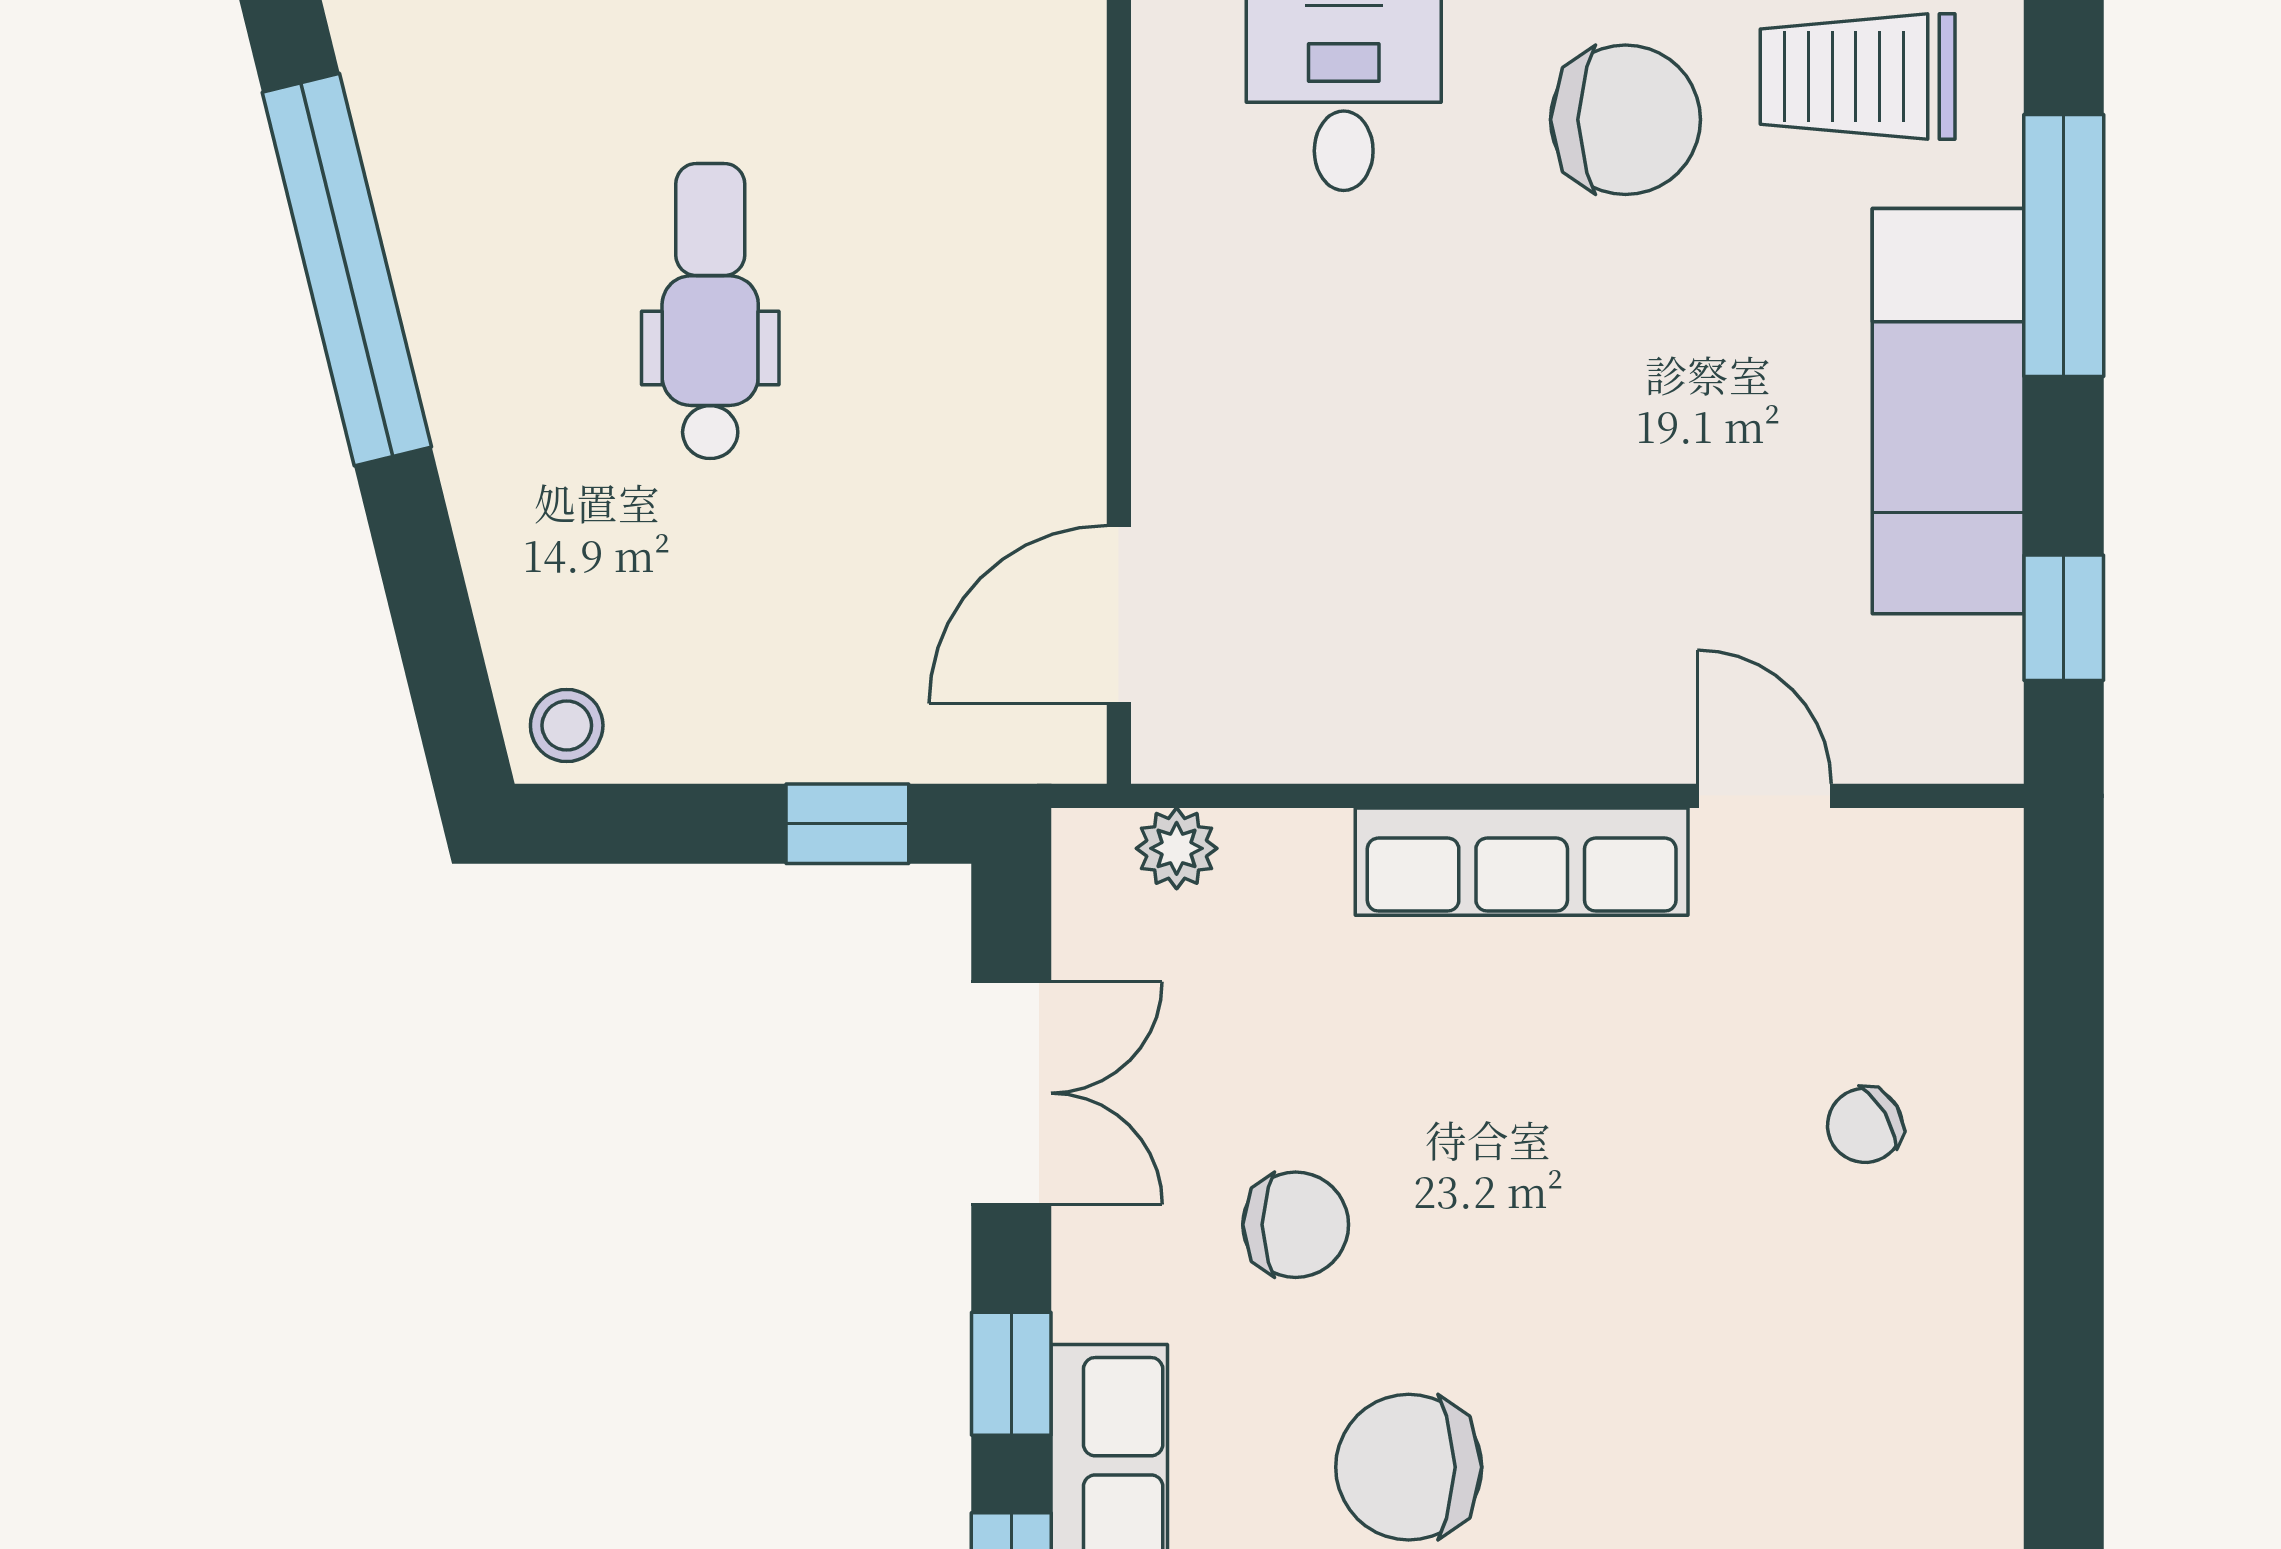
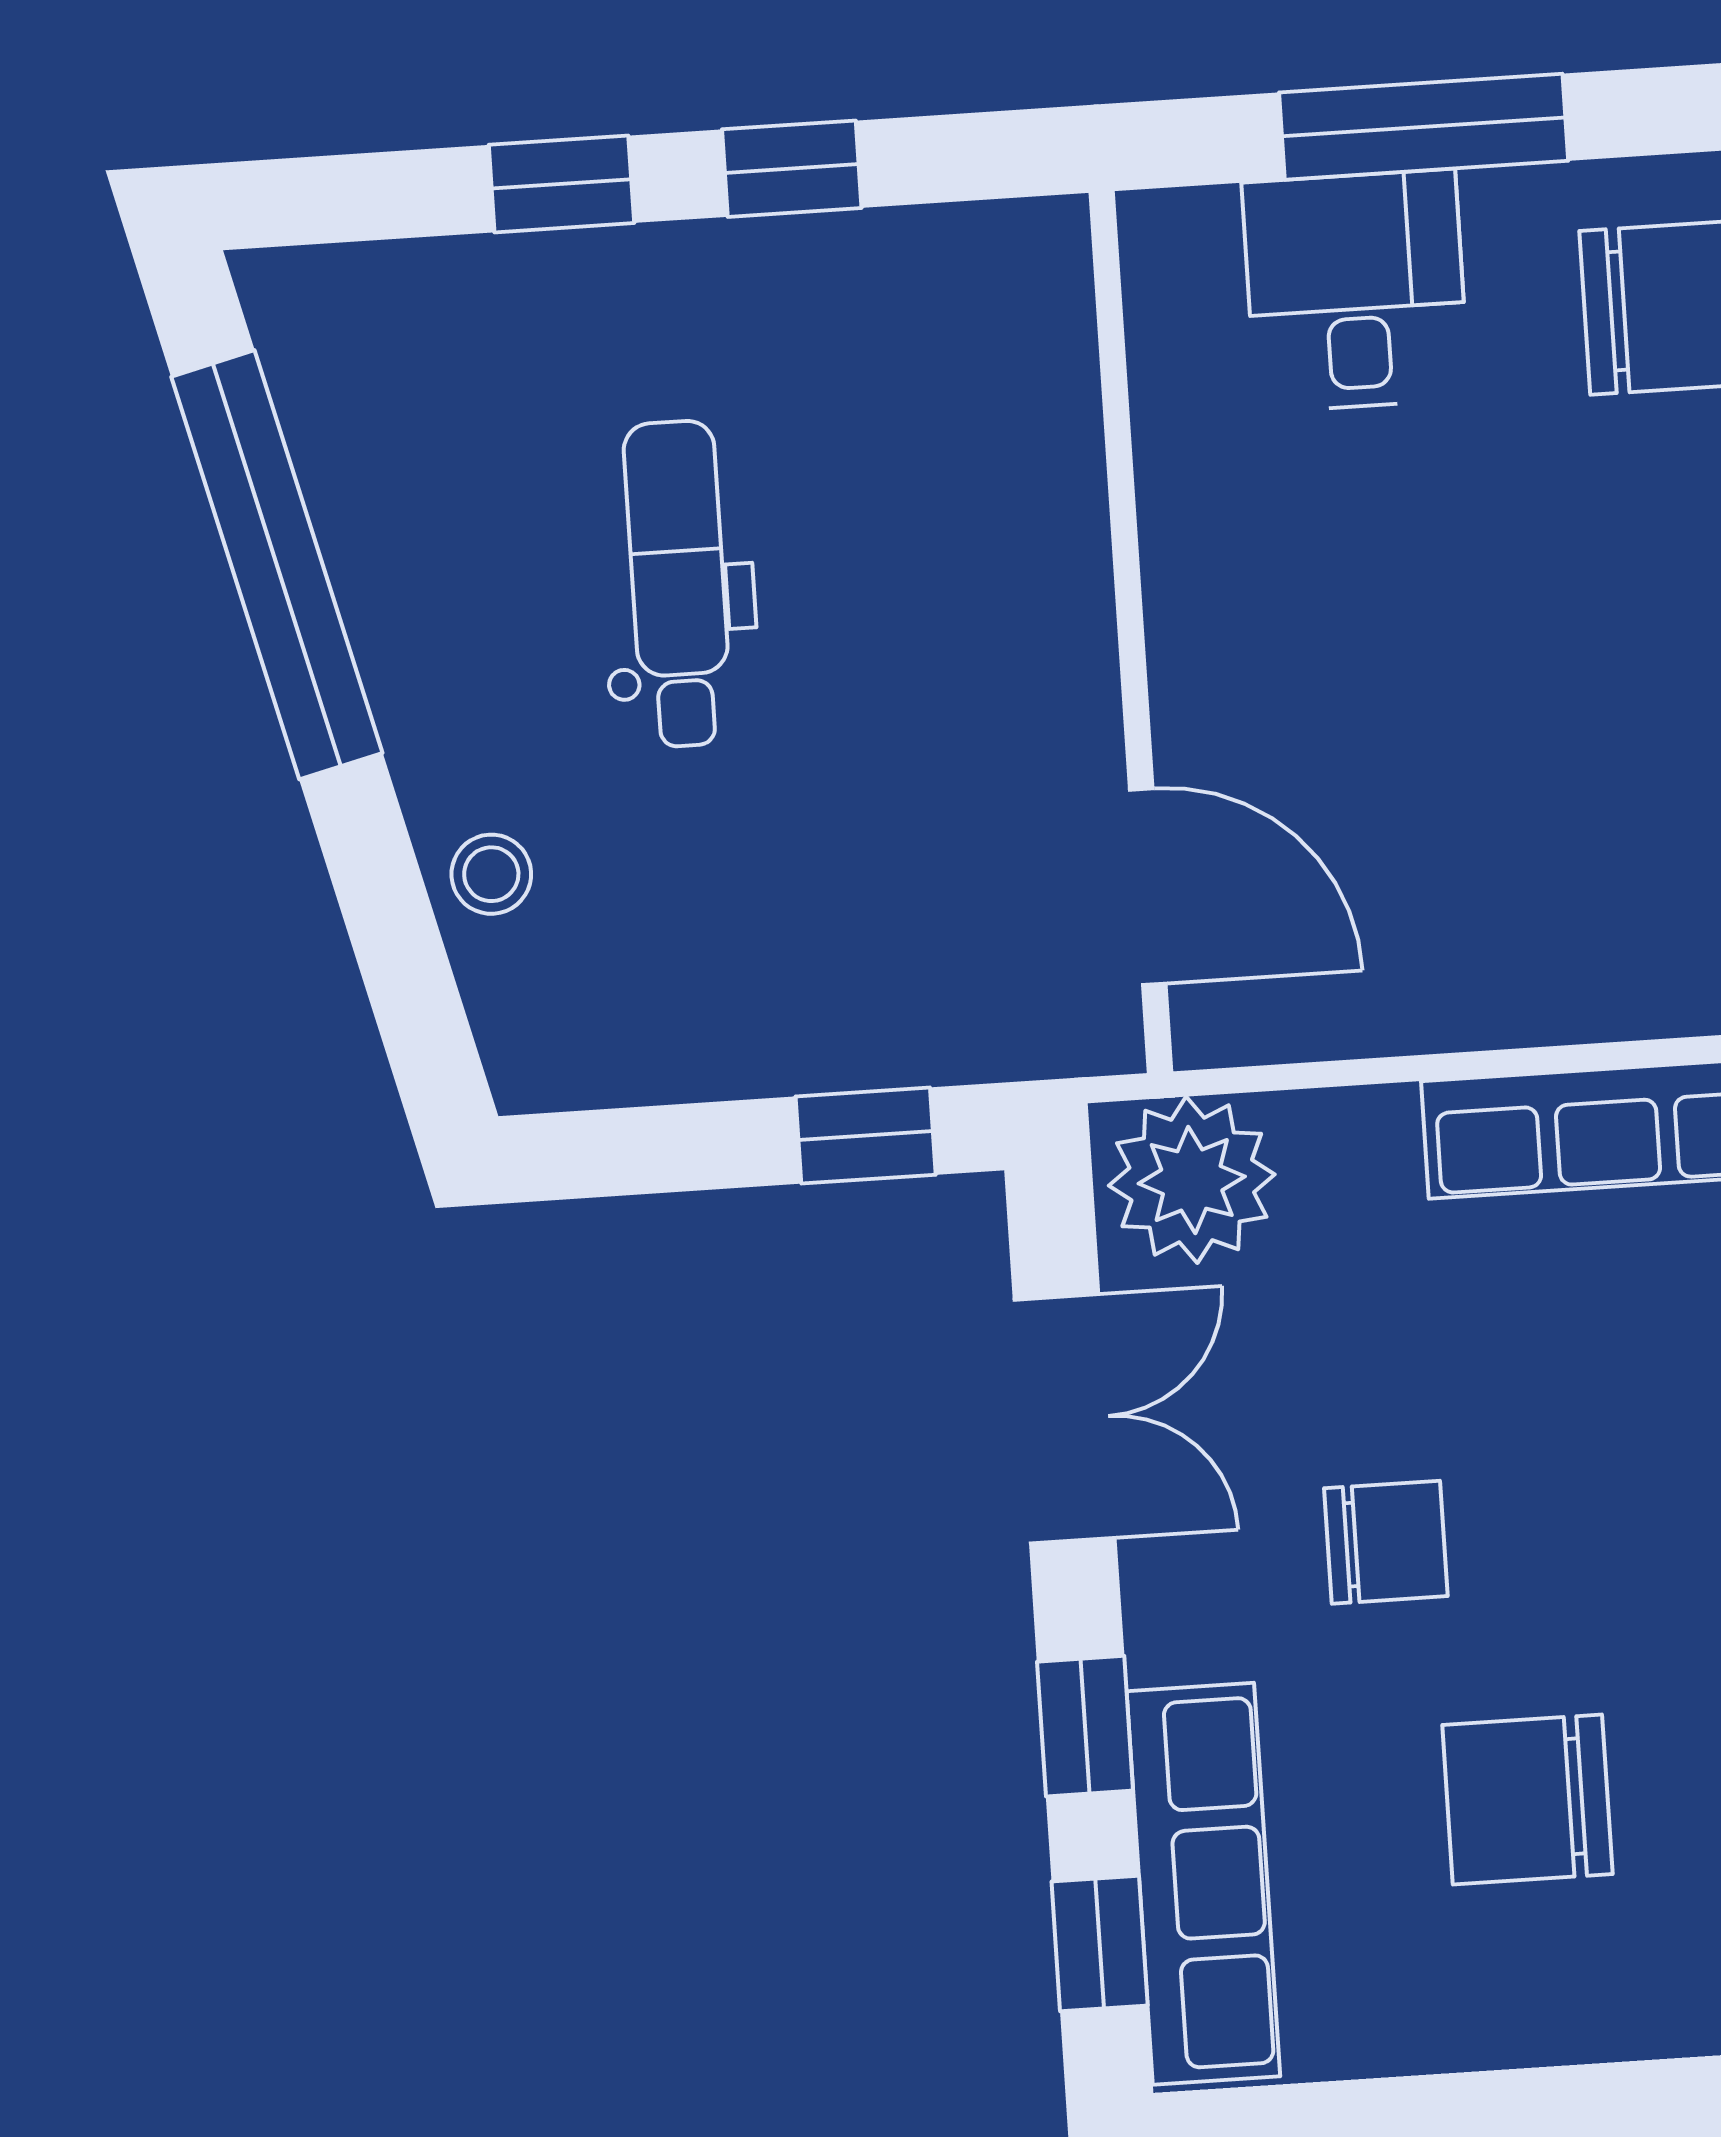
door: (1119, 615) -> (1148, 887), swing flipped
stool: (567, 725) -> (491, 874), moved
plant: (1177, 848) -> (1192, 1180), width x1.88, depth x1.88

